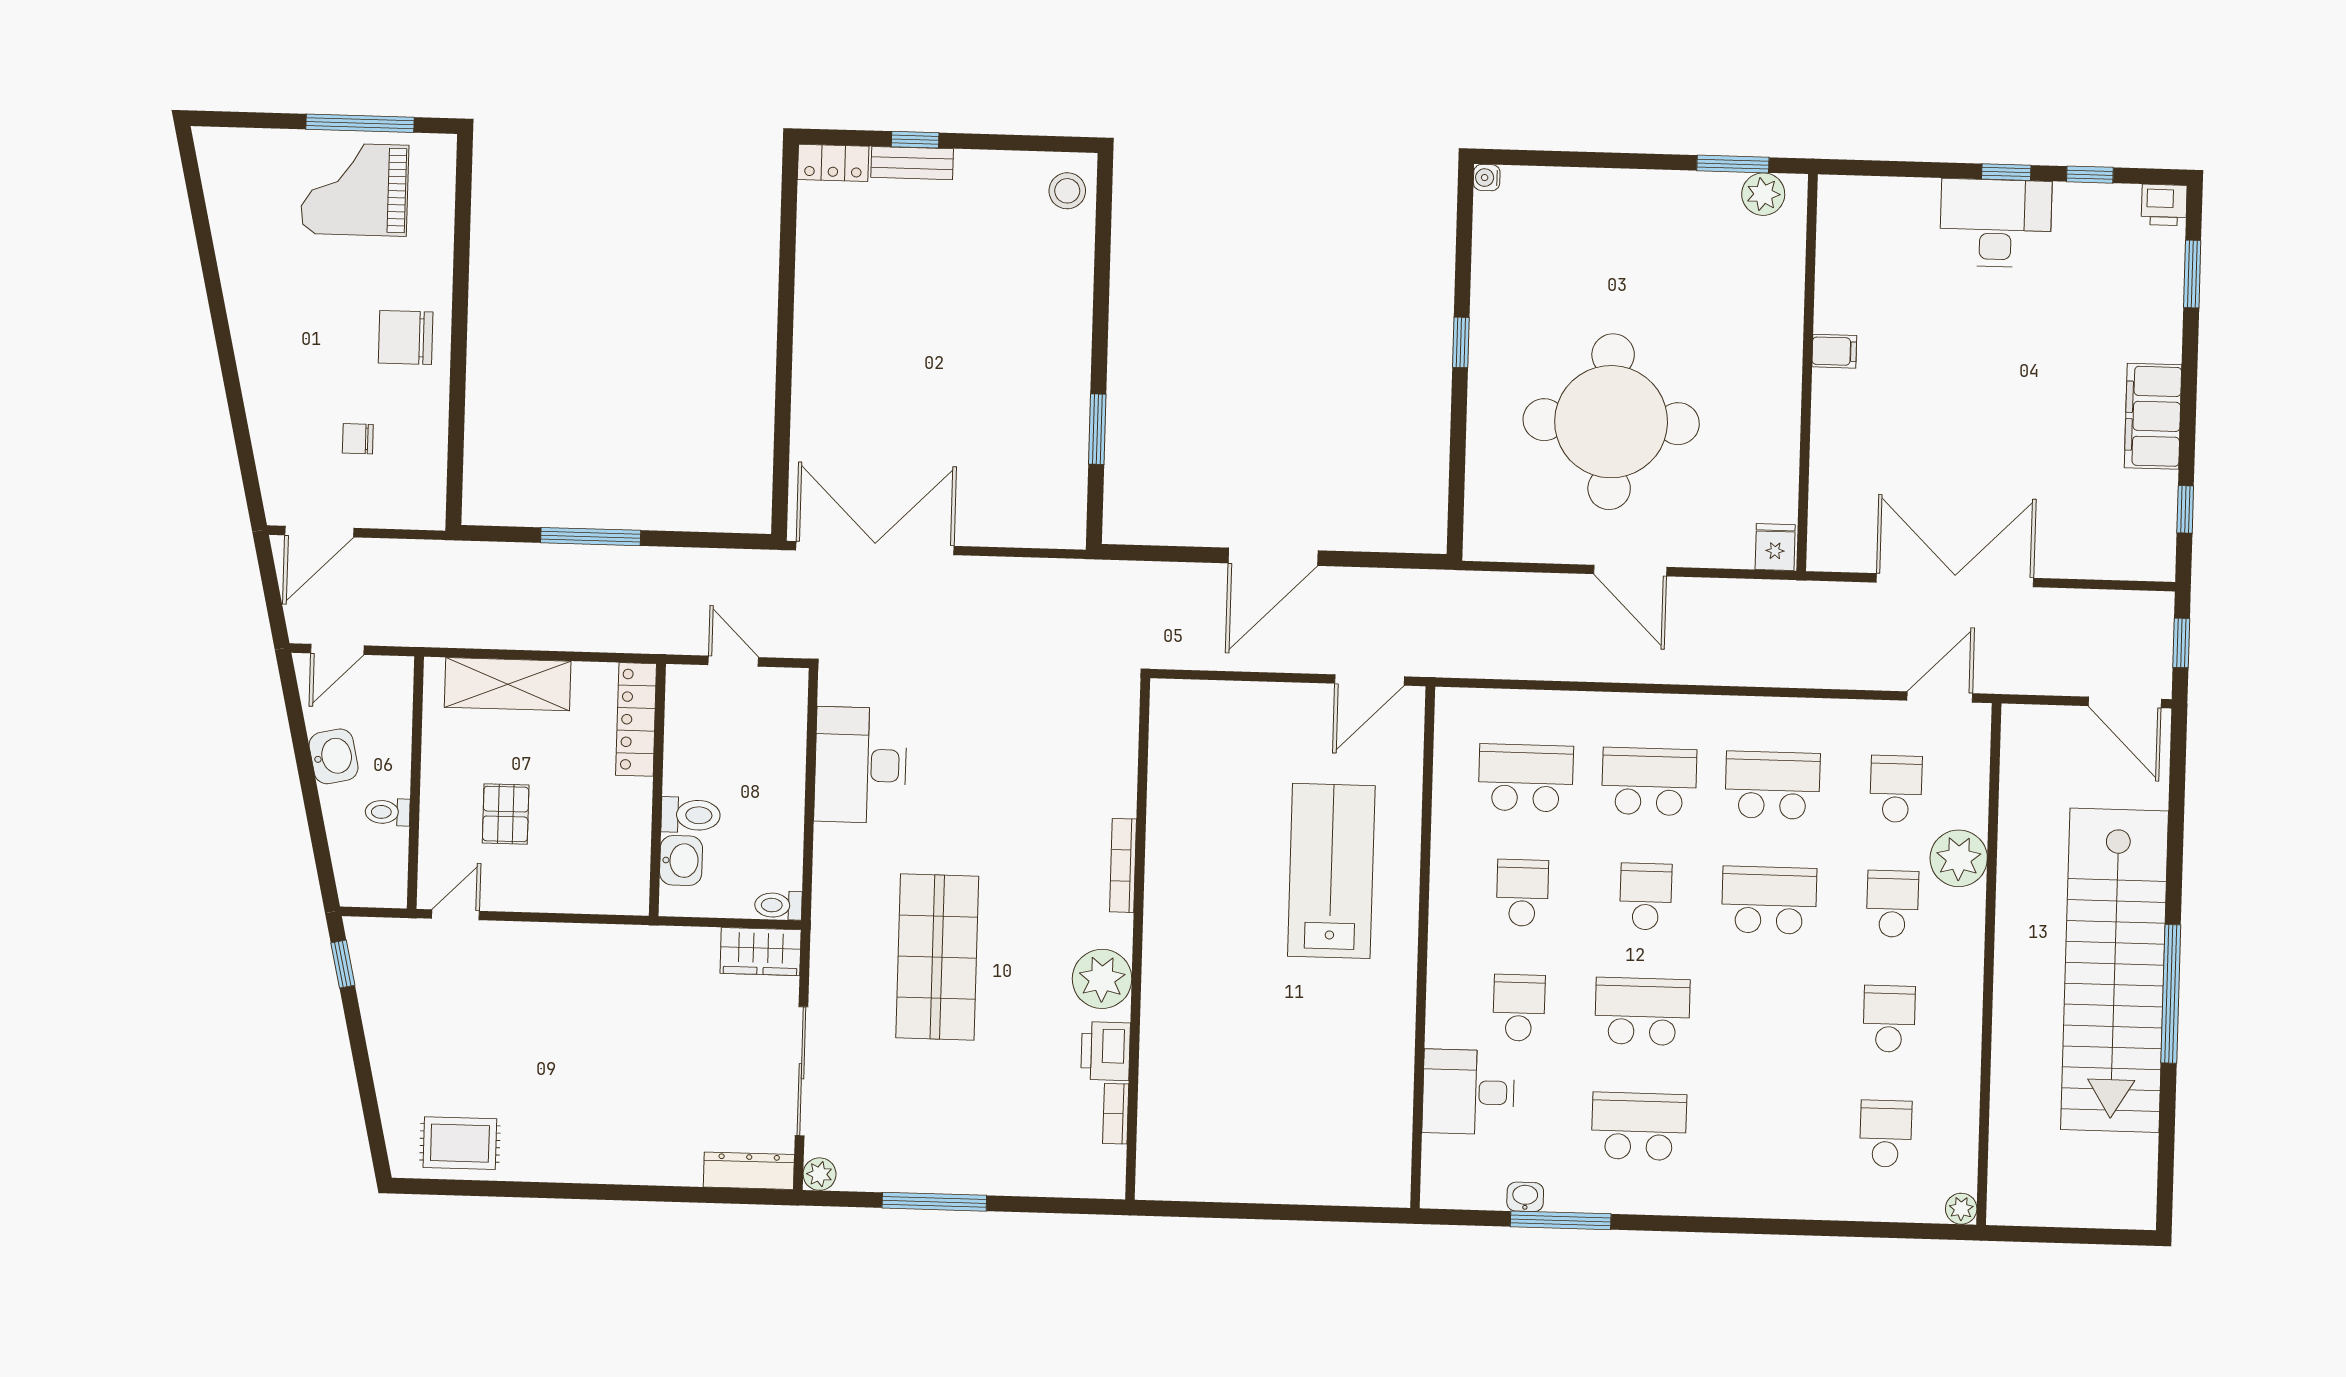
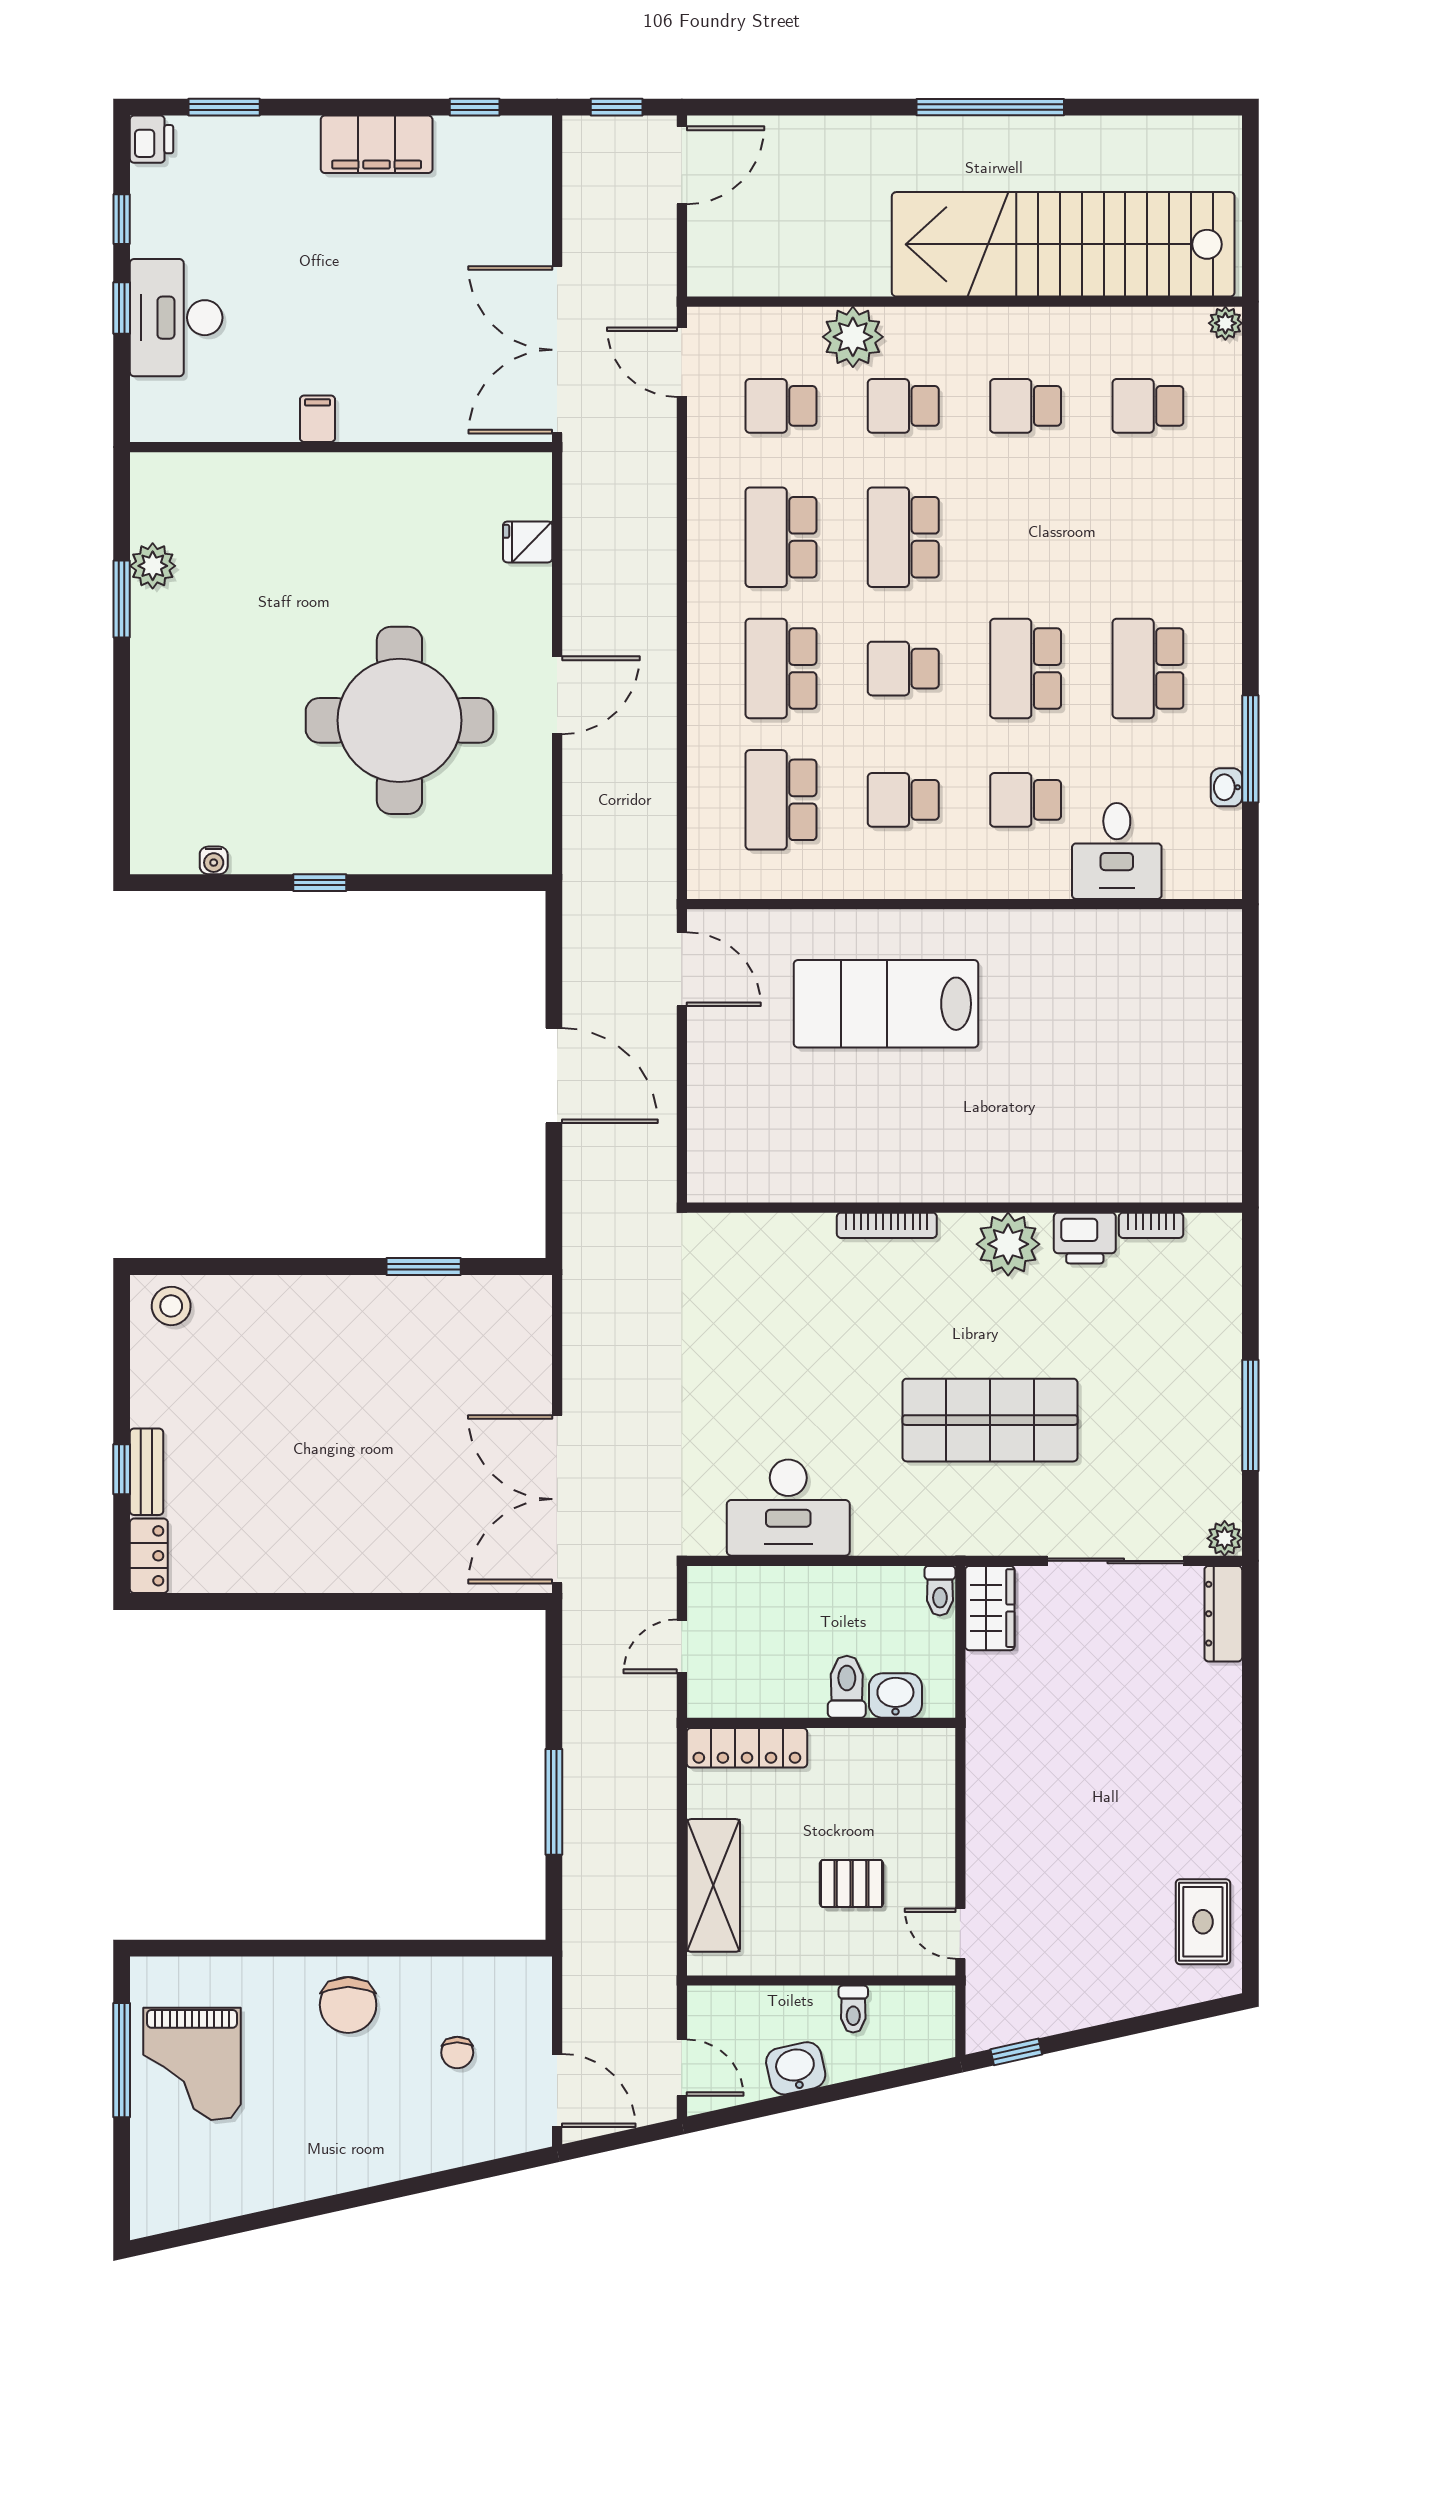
water cooler: (1487, 178) -> (214, 860), moved
filing cabinet: (1834, 351) -> (318, 419), moved
wall: (1807, 373) -> (341, 447), moved
stairs: (2115, 970) -> (1063, 244), moved, turned 180

